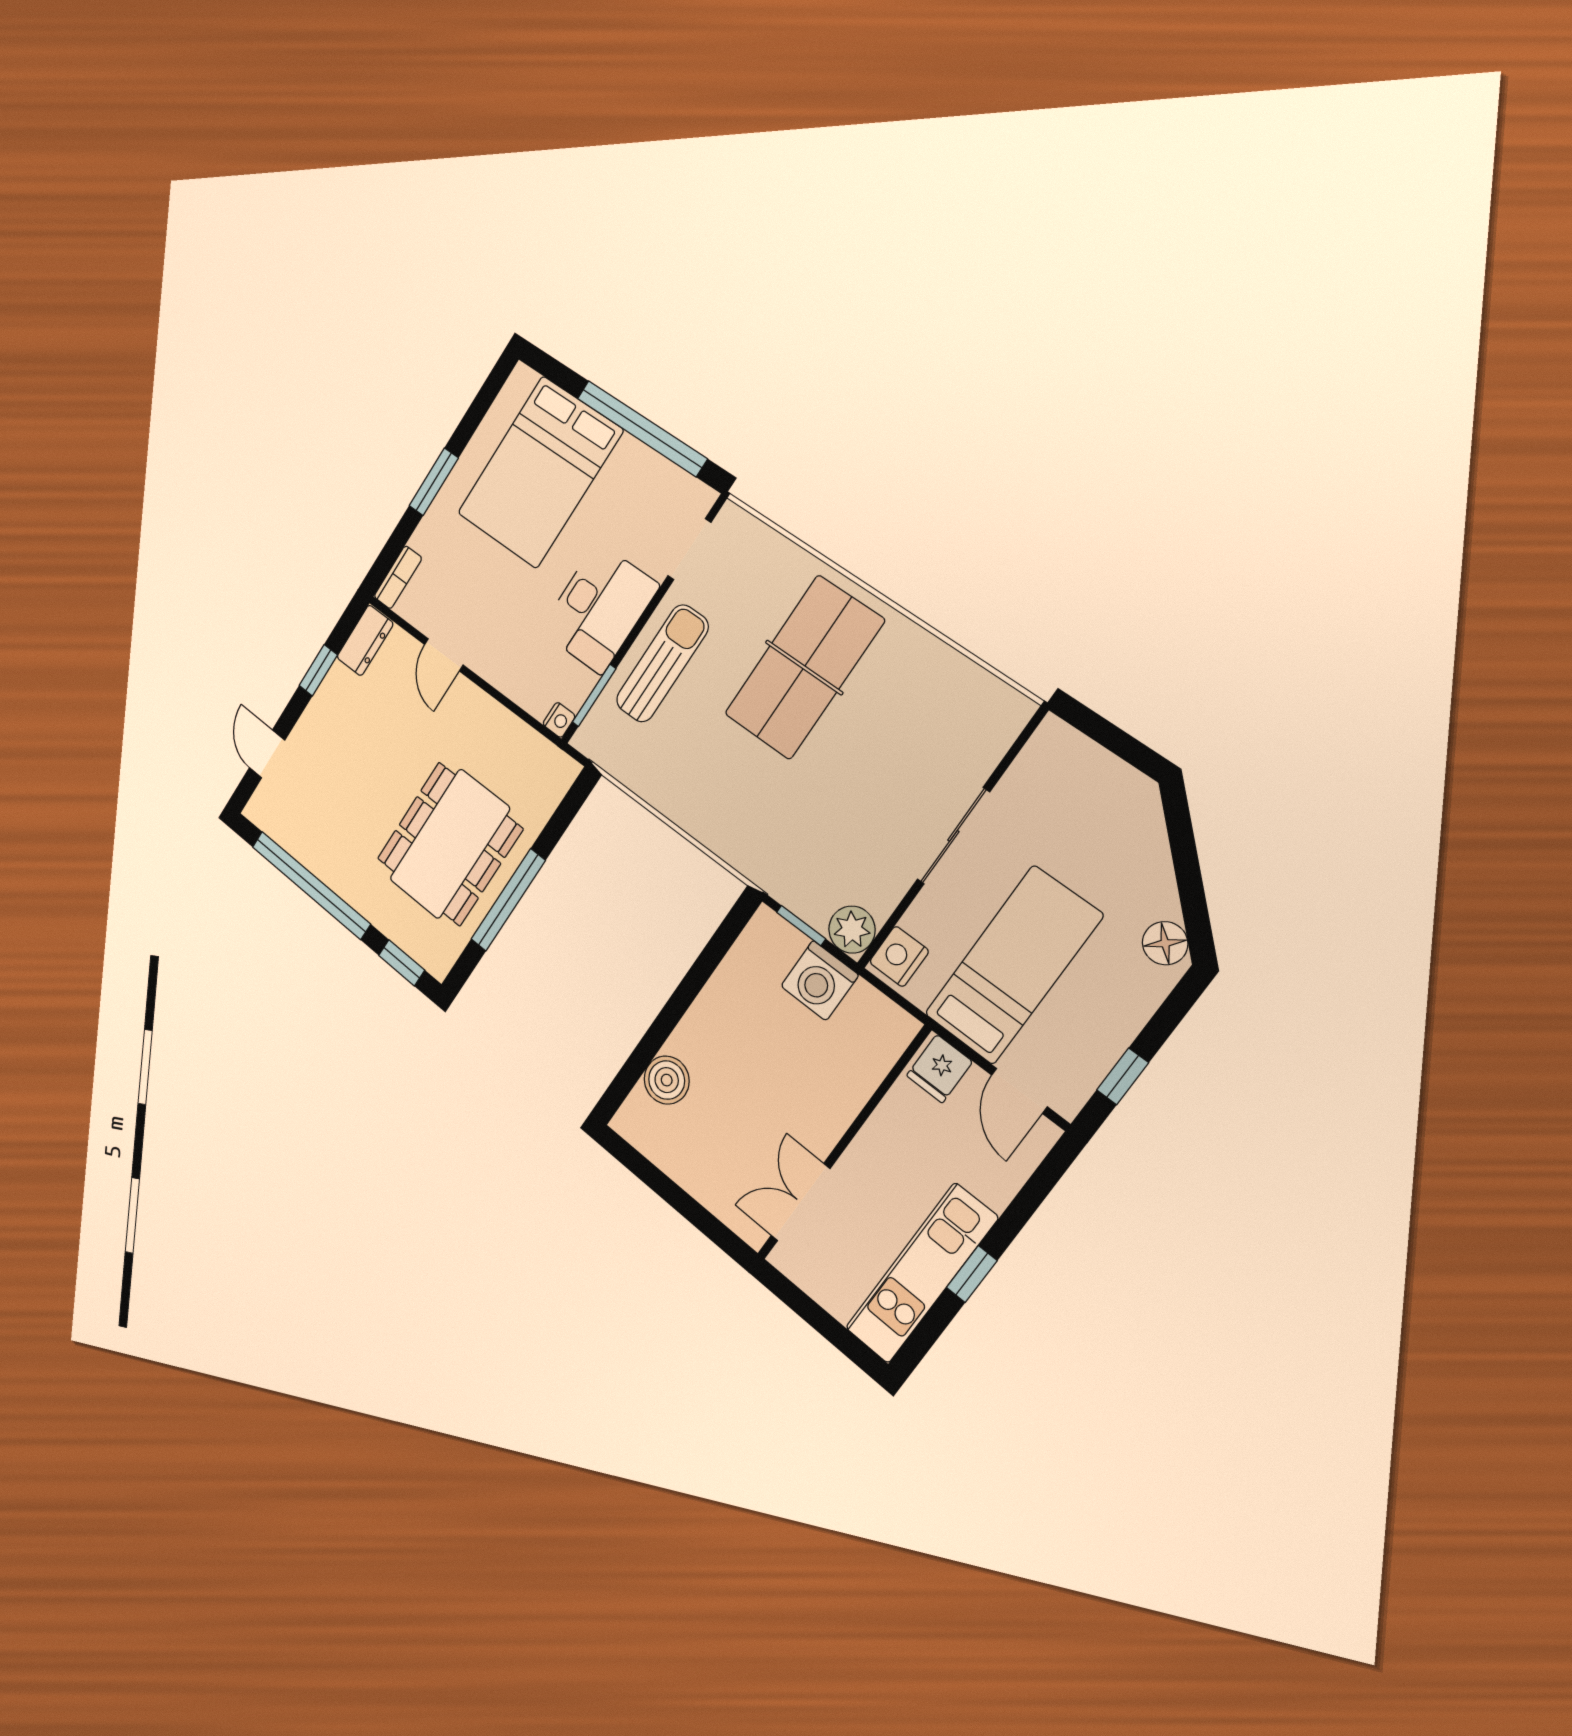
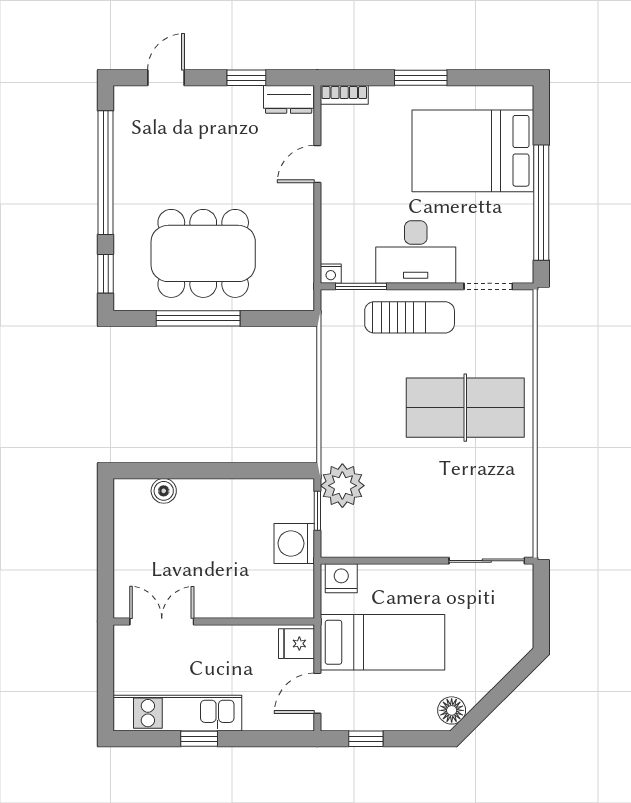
sliding door: (953, 836) -> (487, 561), moved
plant: (852, 930) -> (342, 486), moved, width x1.36, depth x1.36
boiler: (667, 1080) -> (164, 491), width x0.73, depth x0.73

